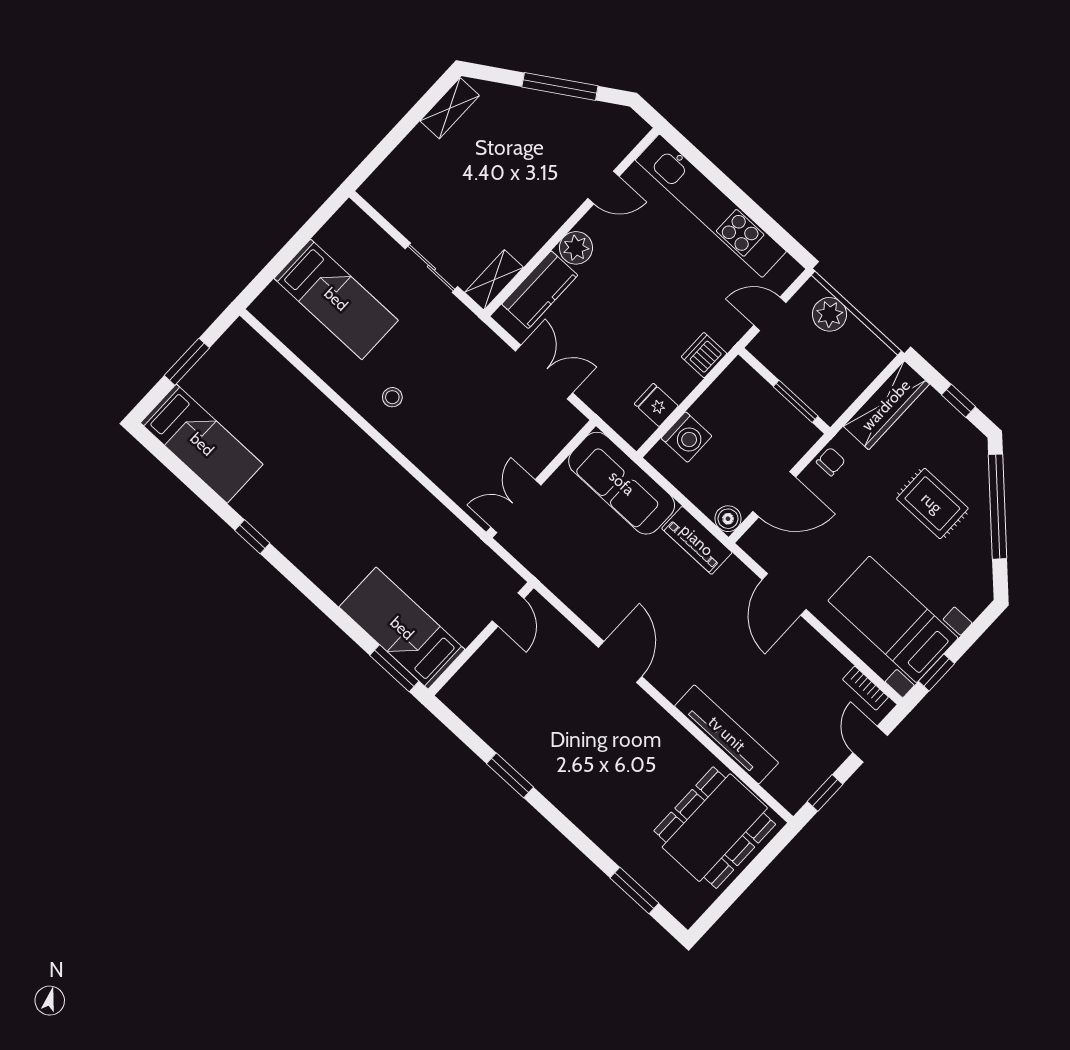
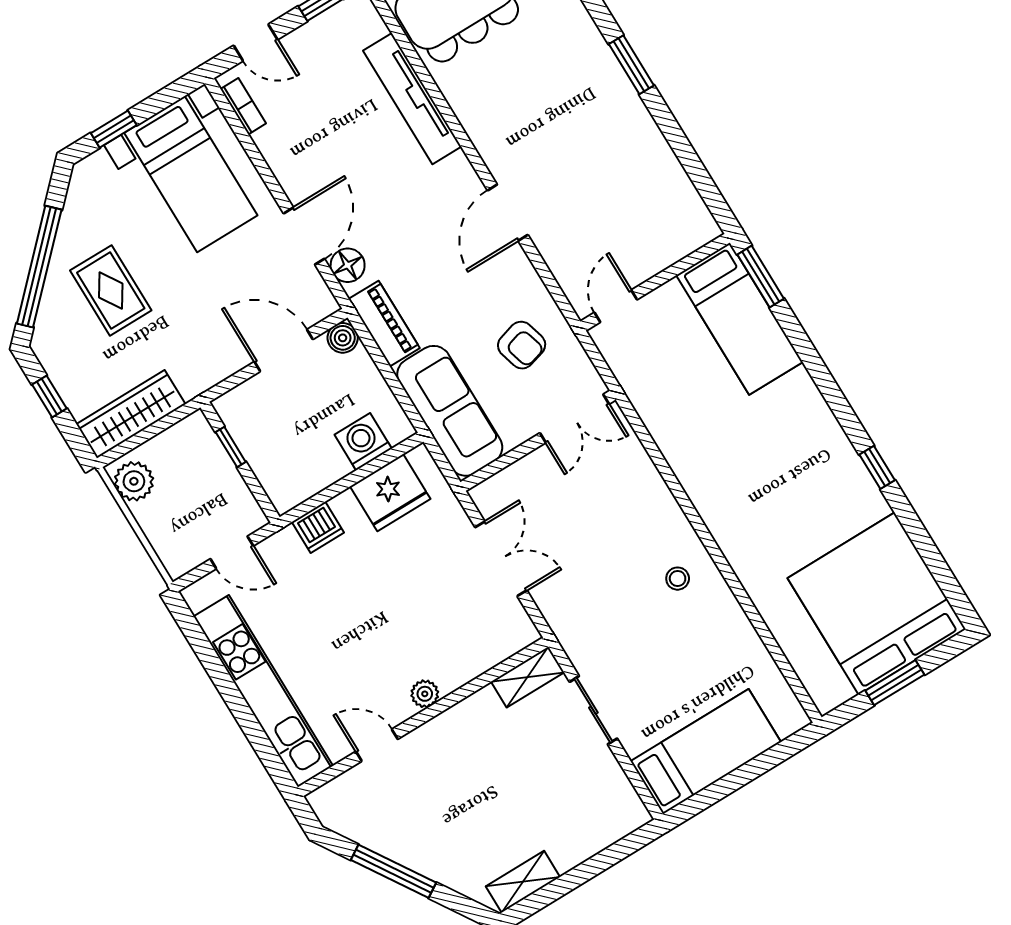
plant: (576, 248) -> (425, 694), width x0.73, depth x0.73
kitchen counter: (540, 290) -> (480, 652), removed
bed: (336, 299) -> (706, 752), moved, turned 90
plant: (830, 314) -> (134, 481), moved
double door: (544, 372) -> (501, 559), swing flipped
window: (796, 401) -> (231, 447), width x0.67
fridge: (656, 405) -> (390, 493), width x1.88, depth x1.34
bed: (202, 444) -> (877, 604), width x2.04
chair: (831, 462) -> (211, 369), removed
armchair: (577, 555) -> (522, 345), added
floor lamp: (741, 580) -> (348, 265), added
window: (936, 672) -> (114, 129), moved
door: (870, 744) -> (256, 43), hinge flipped
window: (510, 775) -> (631, 65), moved

